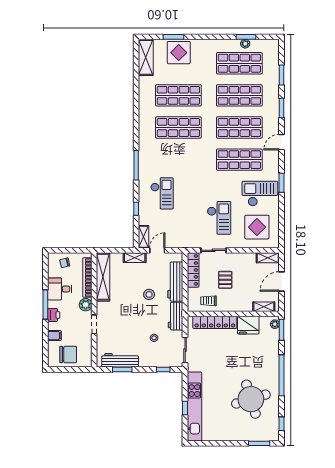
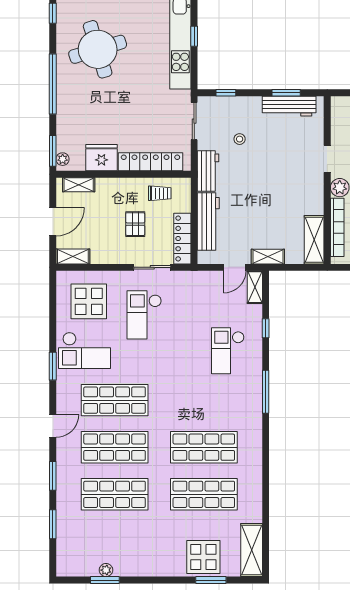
shop shelf: (239, 63) -> (115, 541), removed
shelving: (103, 277) -> (314, 240), width x0.68
stool: (149, 294) -> (247, 203), removed

